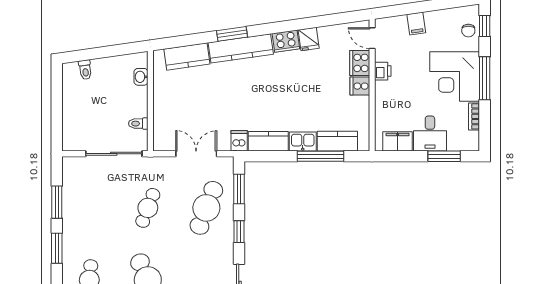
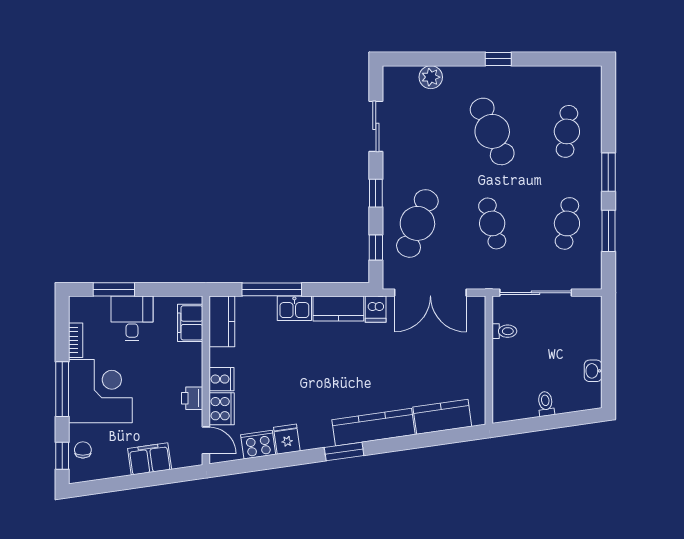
filing cabinet: (416, 23) -> (150, 459), width x2.00
window: (232, 34) -> (344, 451), moved
cooker: (286, 41) -> (258, 445), moved
toilet: (85, 70) -> (546, 404), moved
washbasin: (141, 77) -> (593, 371), moved, turned 180
kitchen counter: (337, 141) -> (222, 321), moved, turned -90
filing cabinet: (398, 141) -> (190, 323), moved, turned 90
double door: (196, 154) -> (430, 293), width x1.37
window: (239, 189) -> (376, 248), width x0.67
cafe table: (89, 208) -> (567, 223), added
cafe table: (148, 208) -> (492, 223), turned -36

